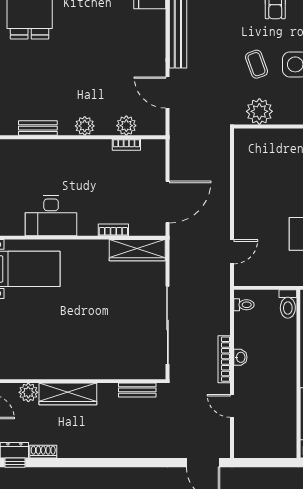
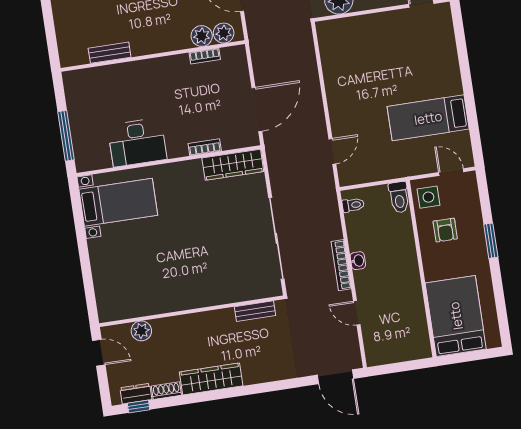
plant: (85, 126) -> (224, 33), moved
wardrobe: (68, 394) -> (211, 379), moved, turned 180

